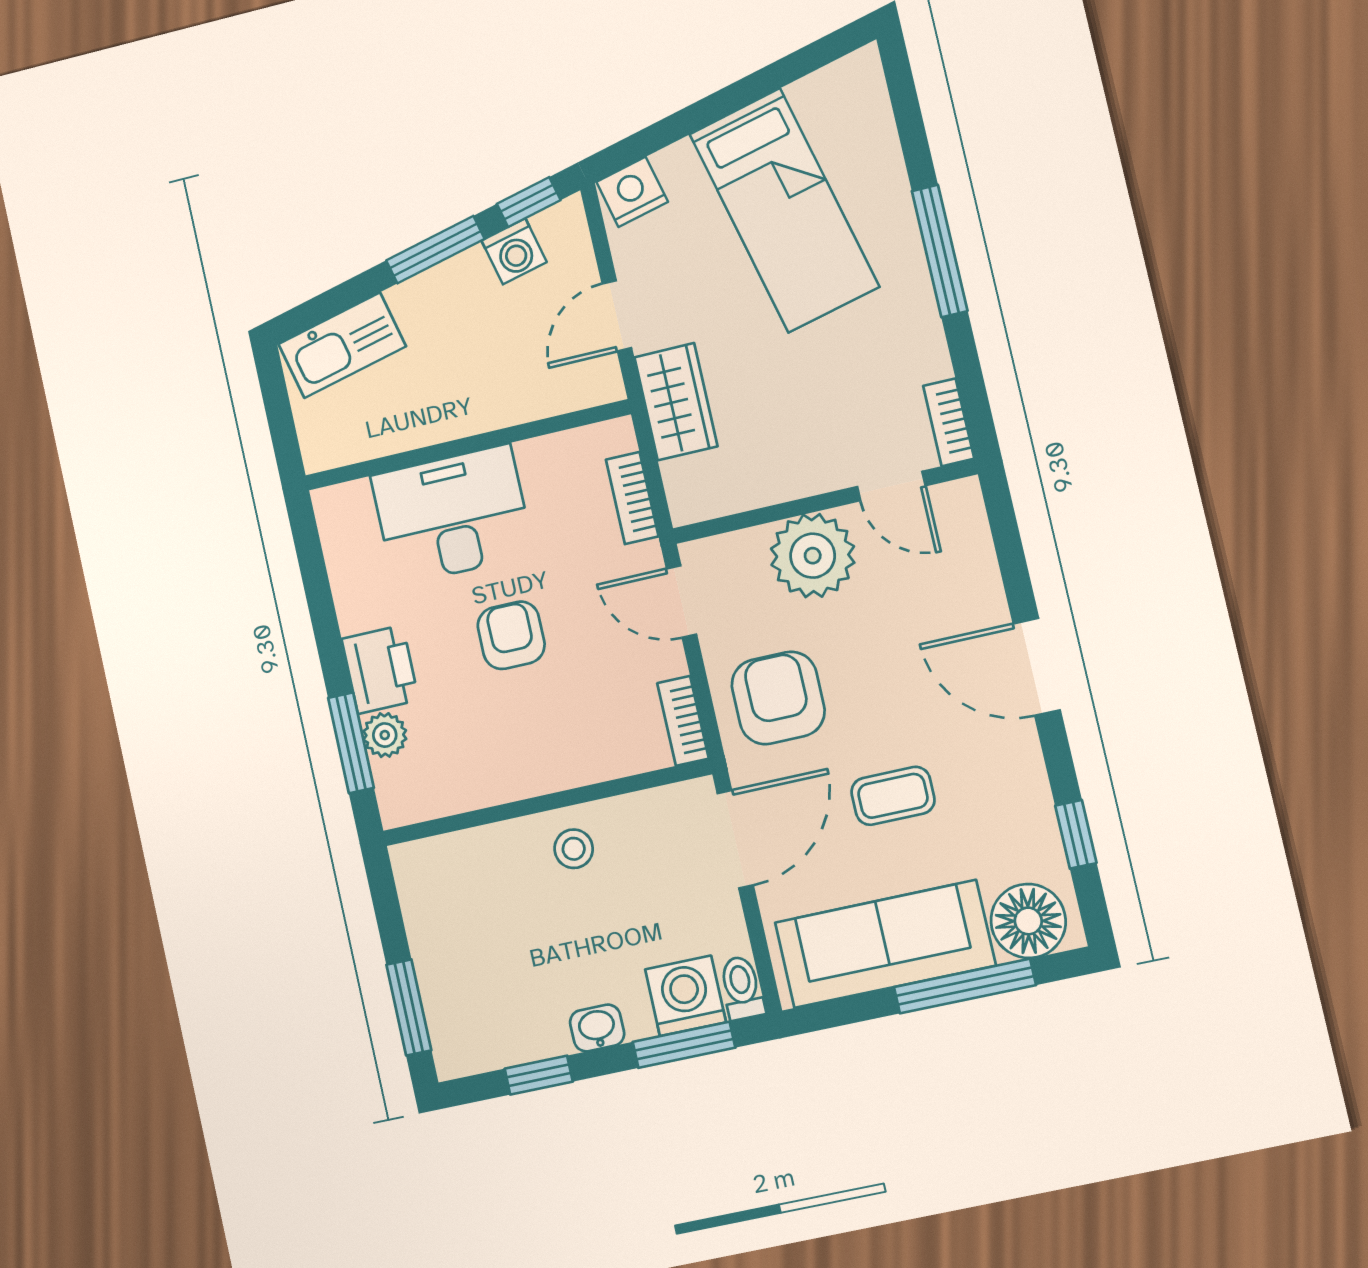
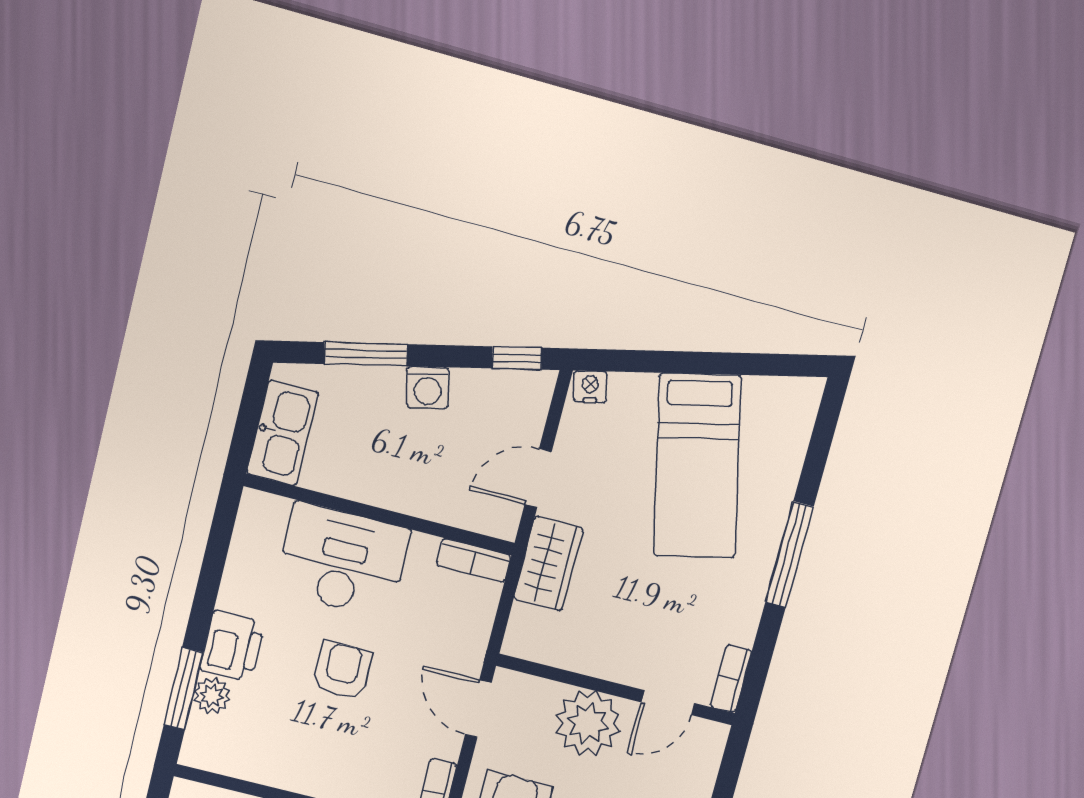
nightstand: (632, 192) -> (590, 387), width x0.72, depth x0.74
window: (435, 250) -> (366, 354), moved
washing machine: (514, 251) -> (428, 388), moved
kitchen sink: (342, 345) -> (283, 433), moved, turned -77
door: (891, 486) -> (668, 703), hinge flipped
bookcase: (632, 498) -> (474, 560), moved, turned -90

